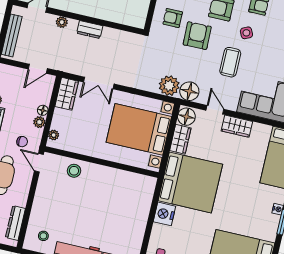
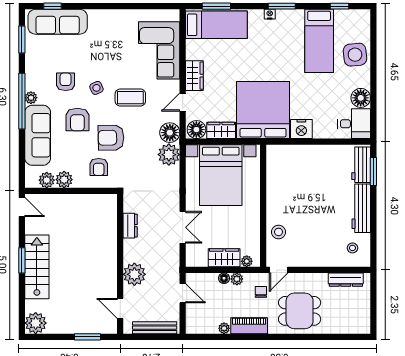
plant: (62, 22) -> (134, 274), width x1.87, depth x1.87
dresser: (90, 30) -> (130, 226), moved
wardrobe: (67, 94) -> (224, 258), moved

